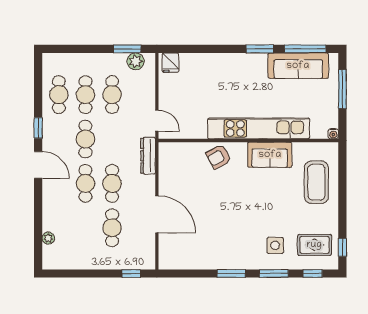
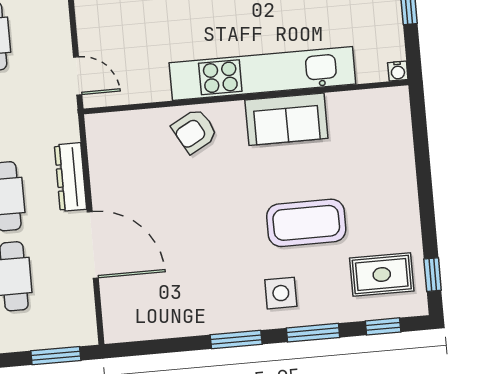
dresser: (148, 156) -> (71, 177), moved
coffee table: (316, 182) -> (306, 223), moved, turned 90
side table: (275, 245) -> (281, 293), moved
window: (131, 274) -> (56, 356), width x1.50

